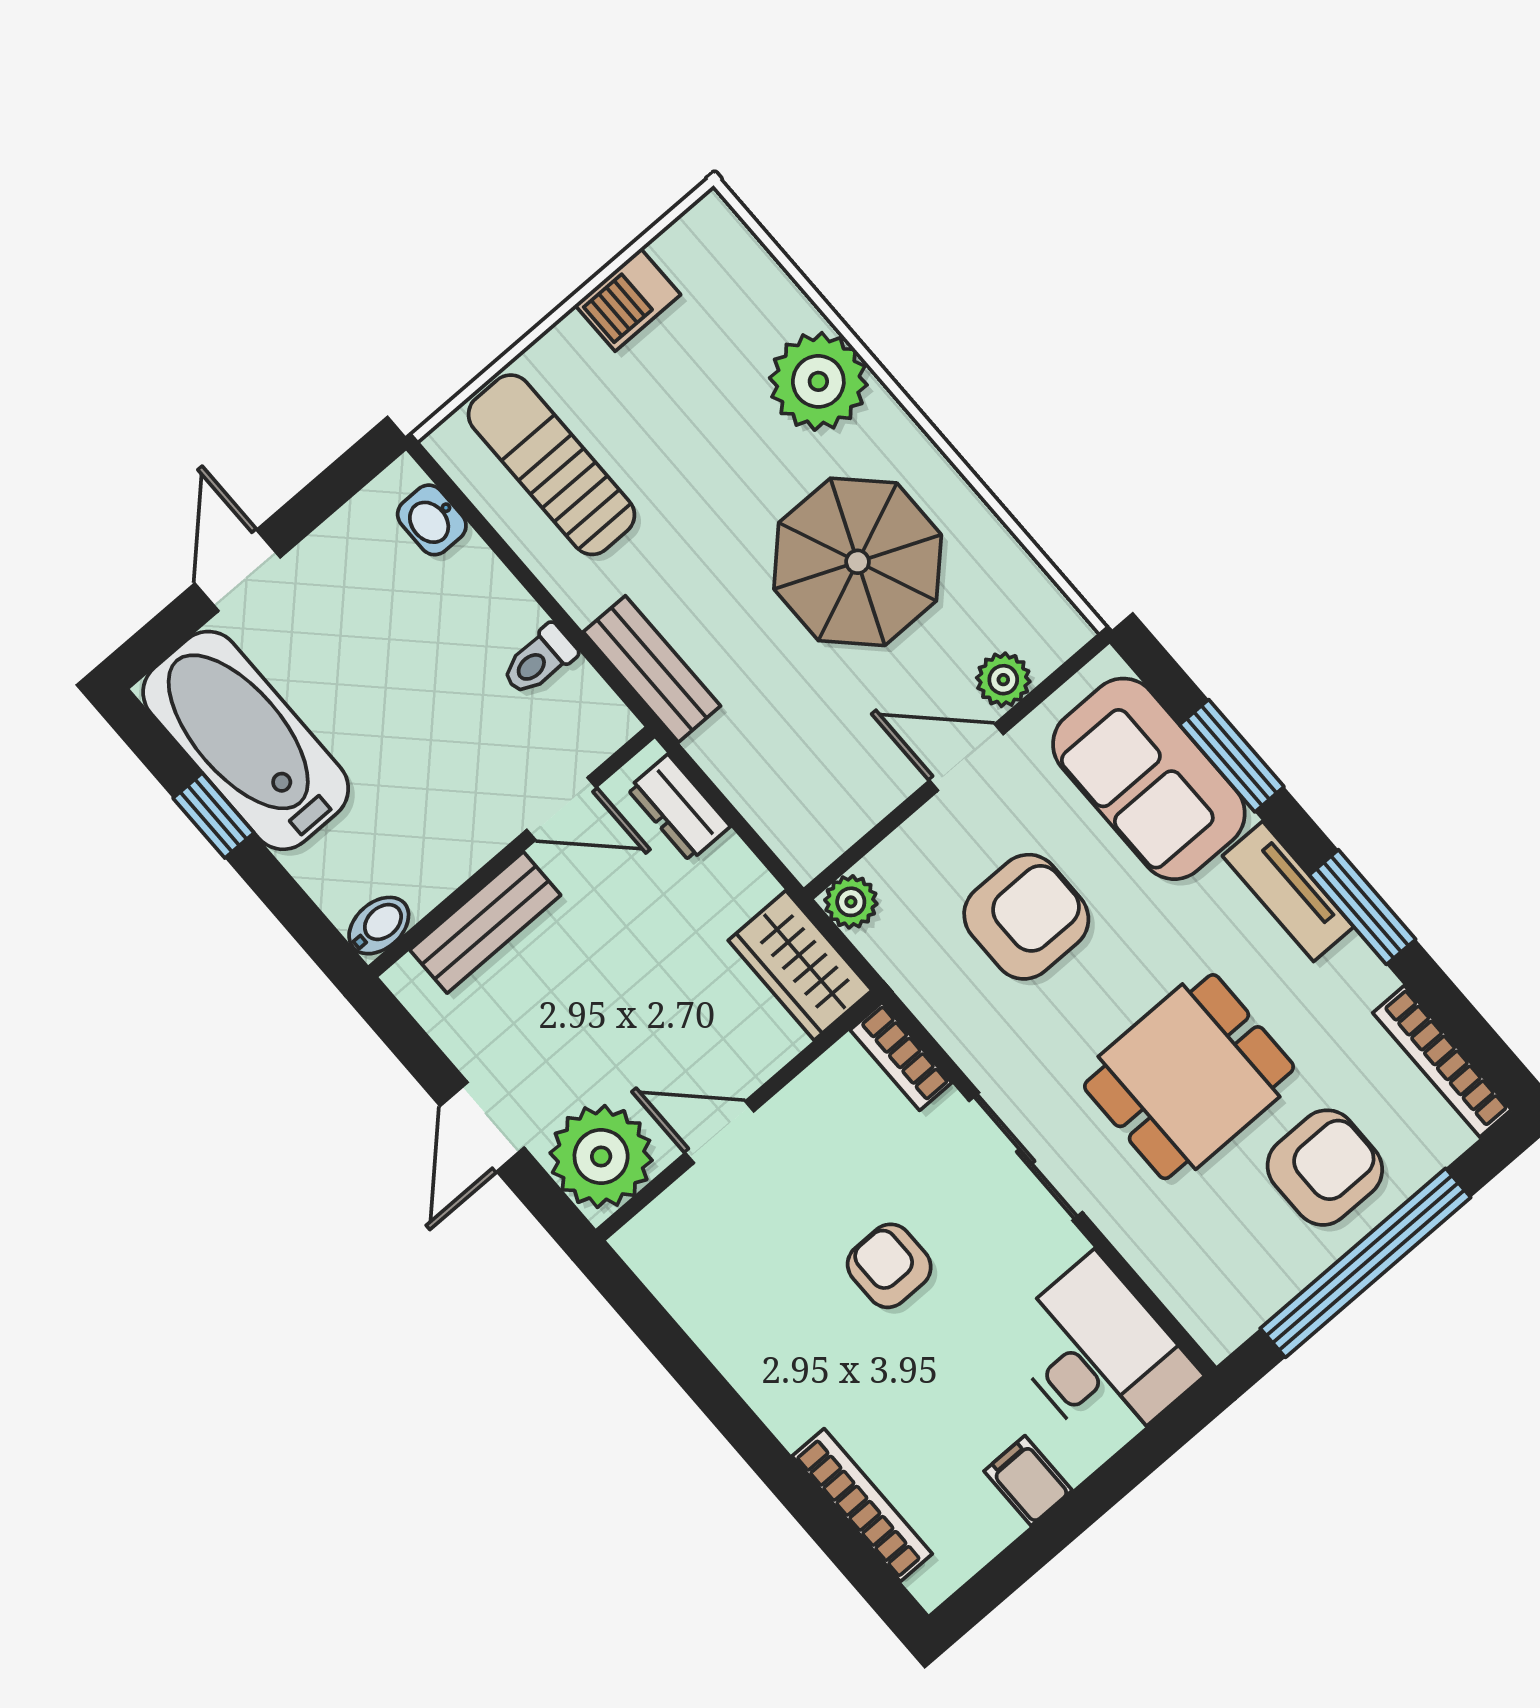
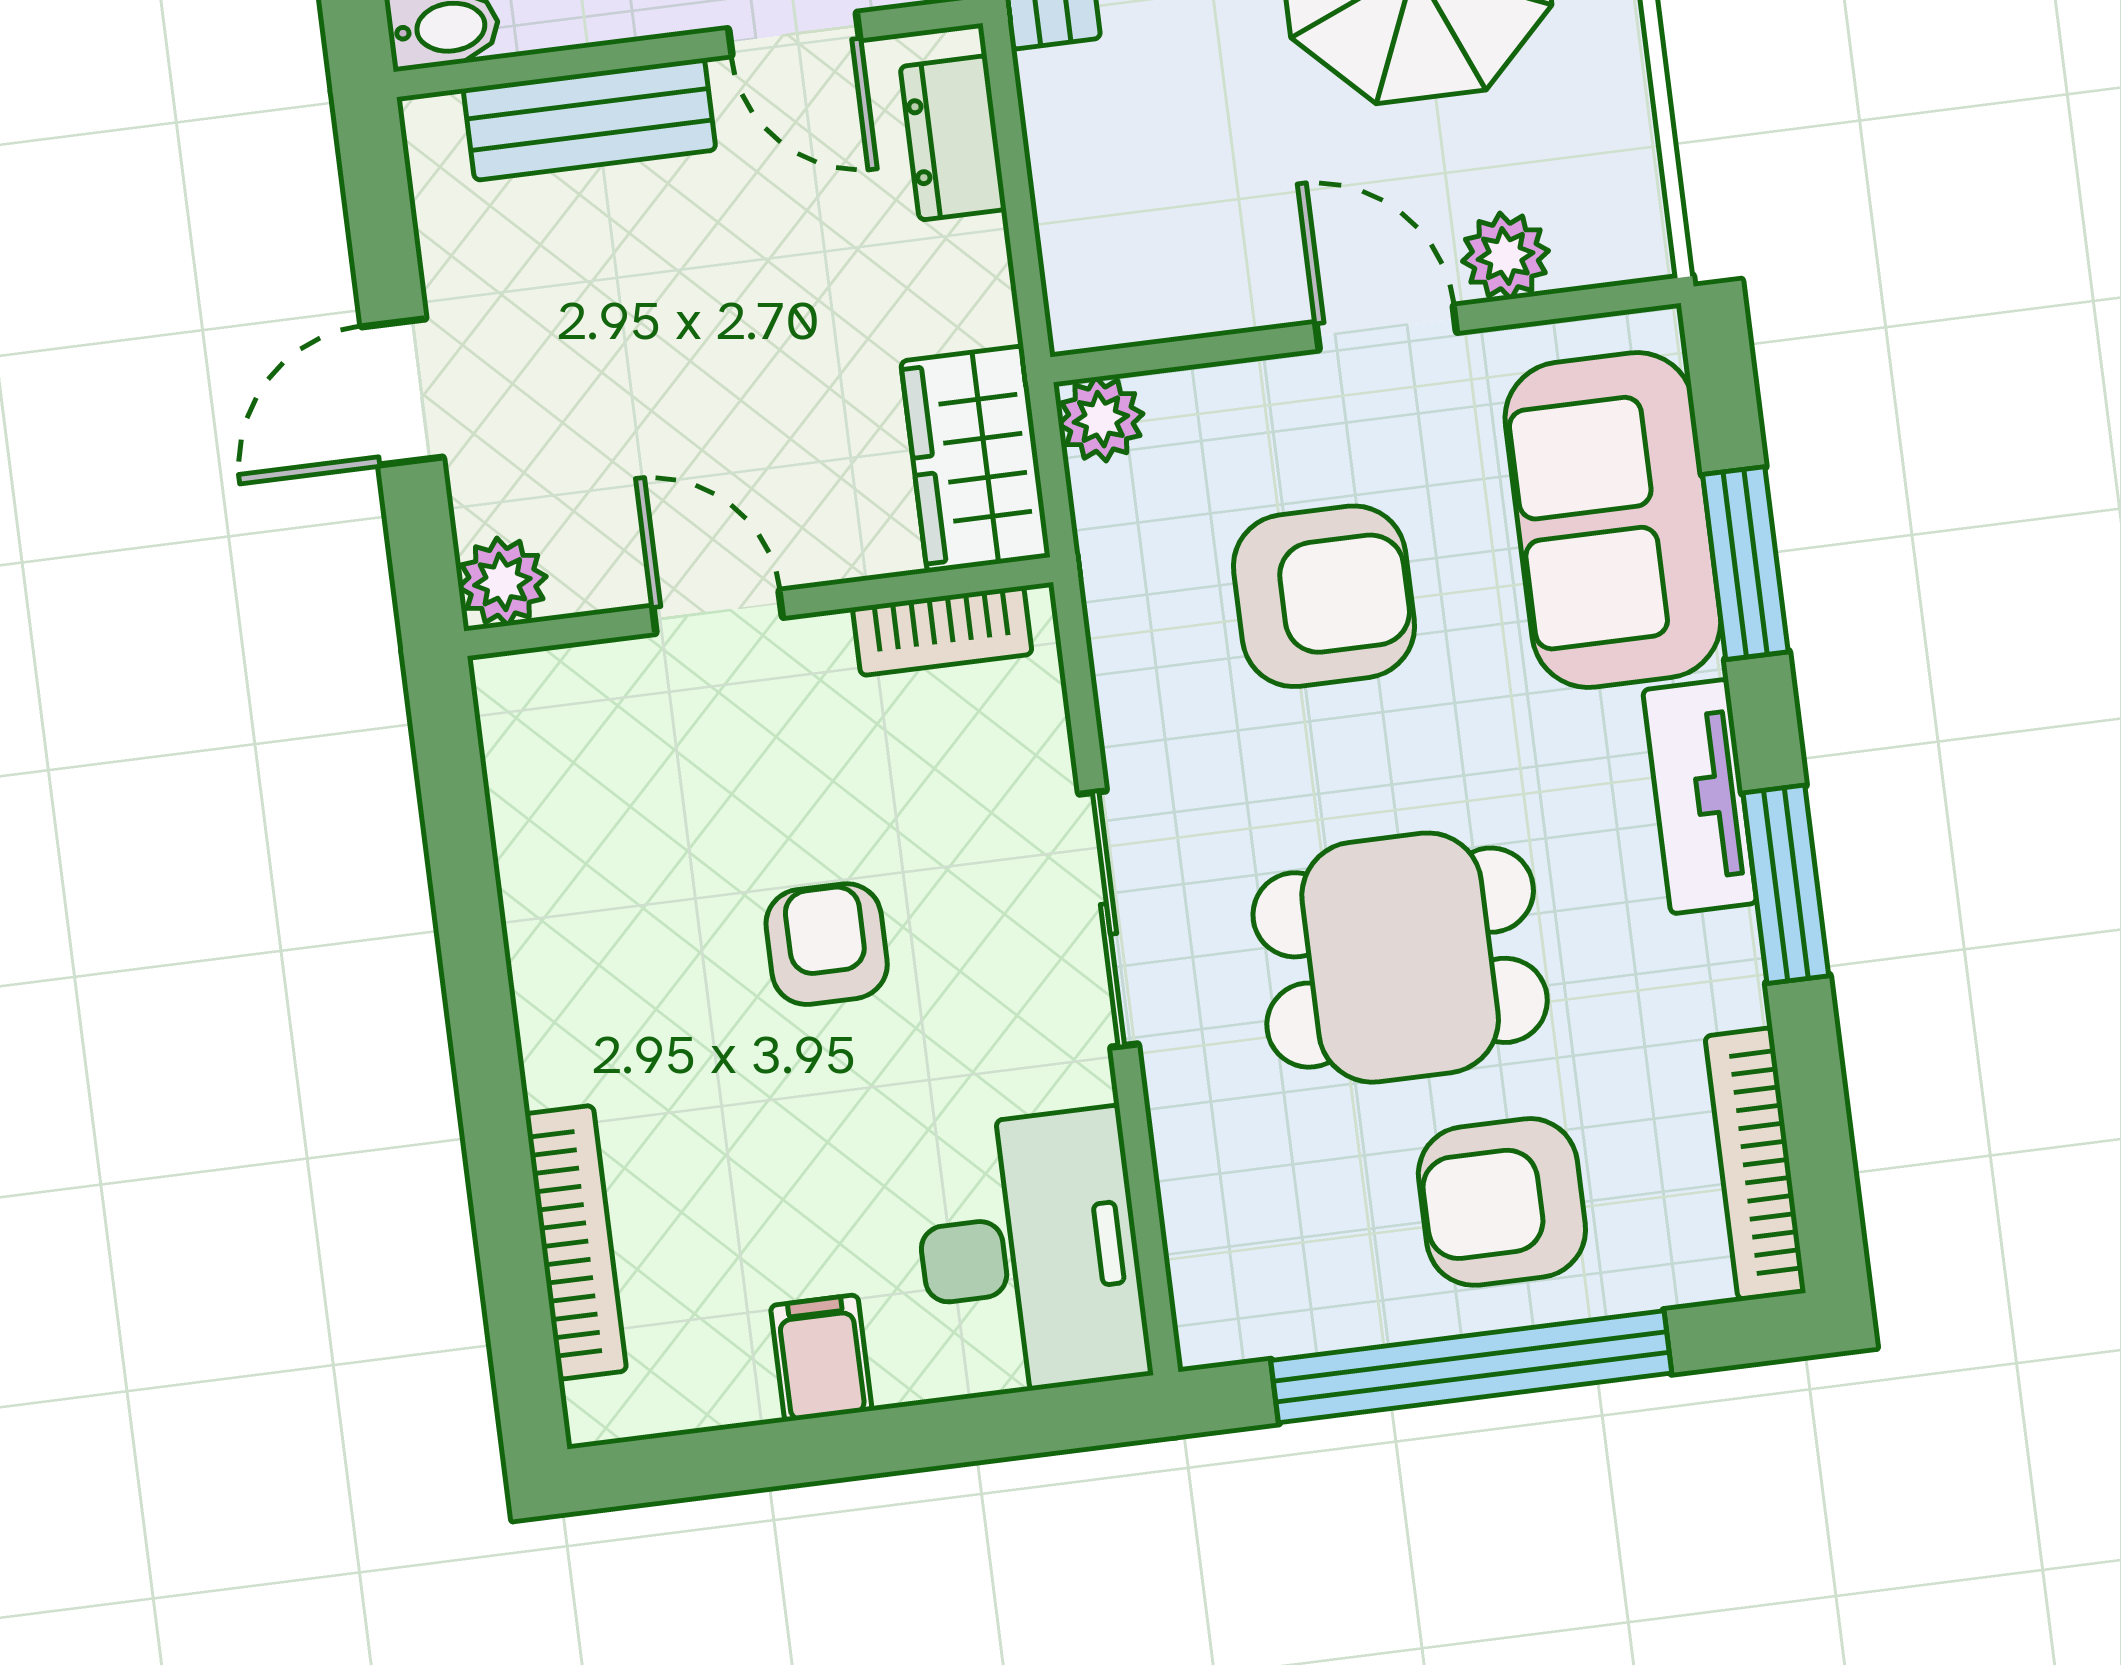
bookcase: (901, 1056) -> (942, 631), moved, turned -90
plant: (601, 1157) -> (502, 582), width x0.53, depth x0.53
armchair: (1325, 1168) -> (1502, 1202), turned 180

